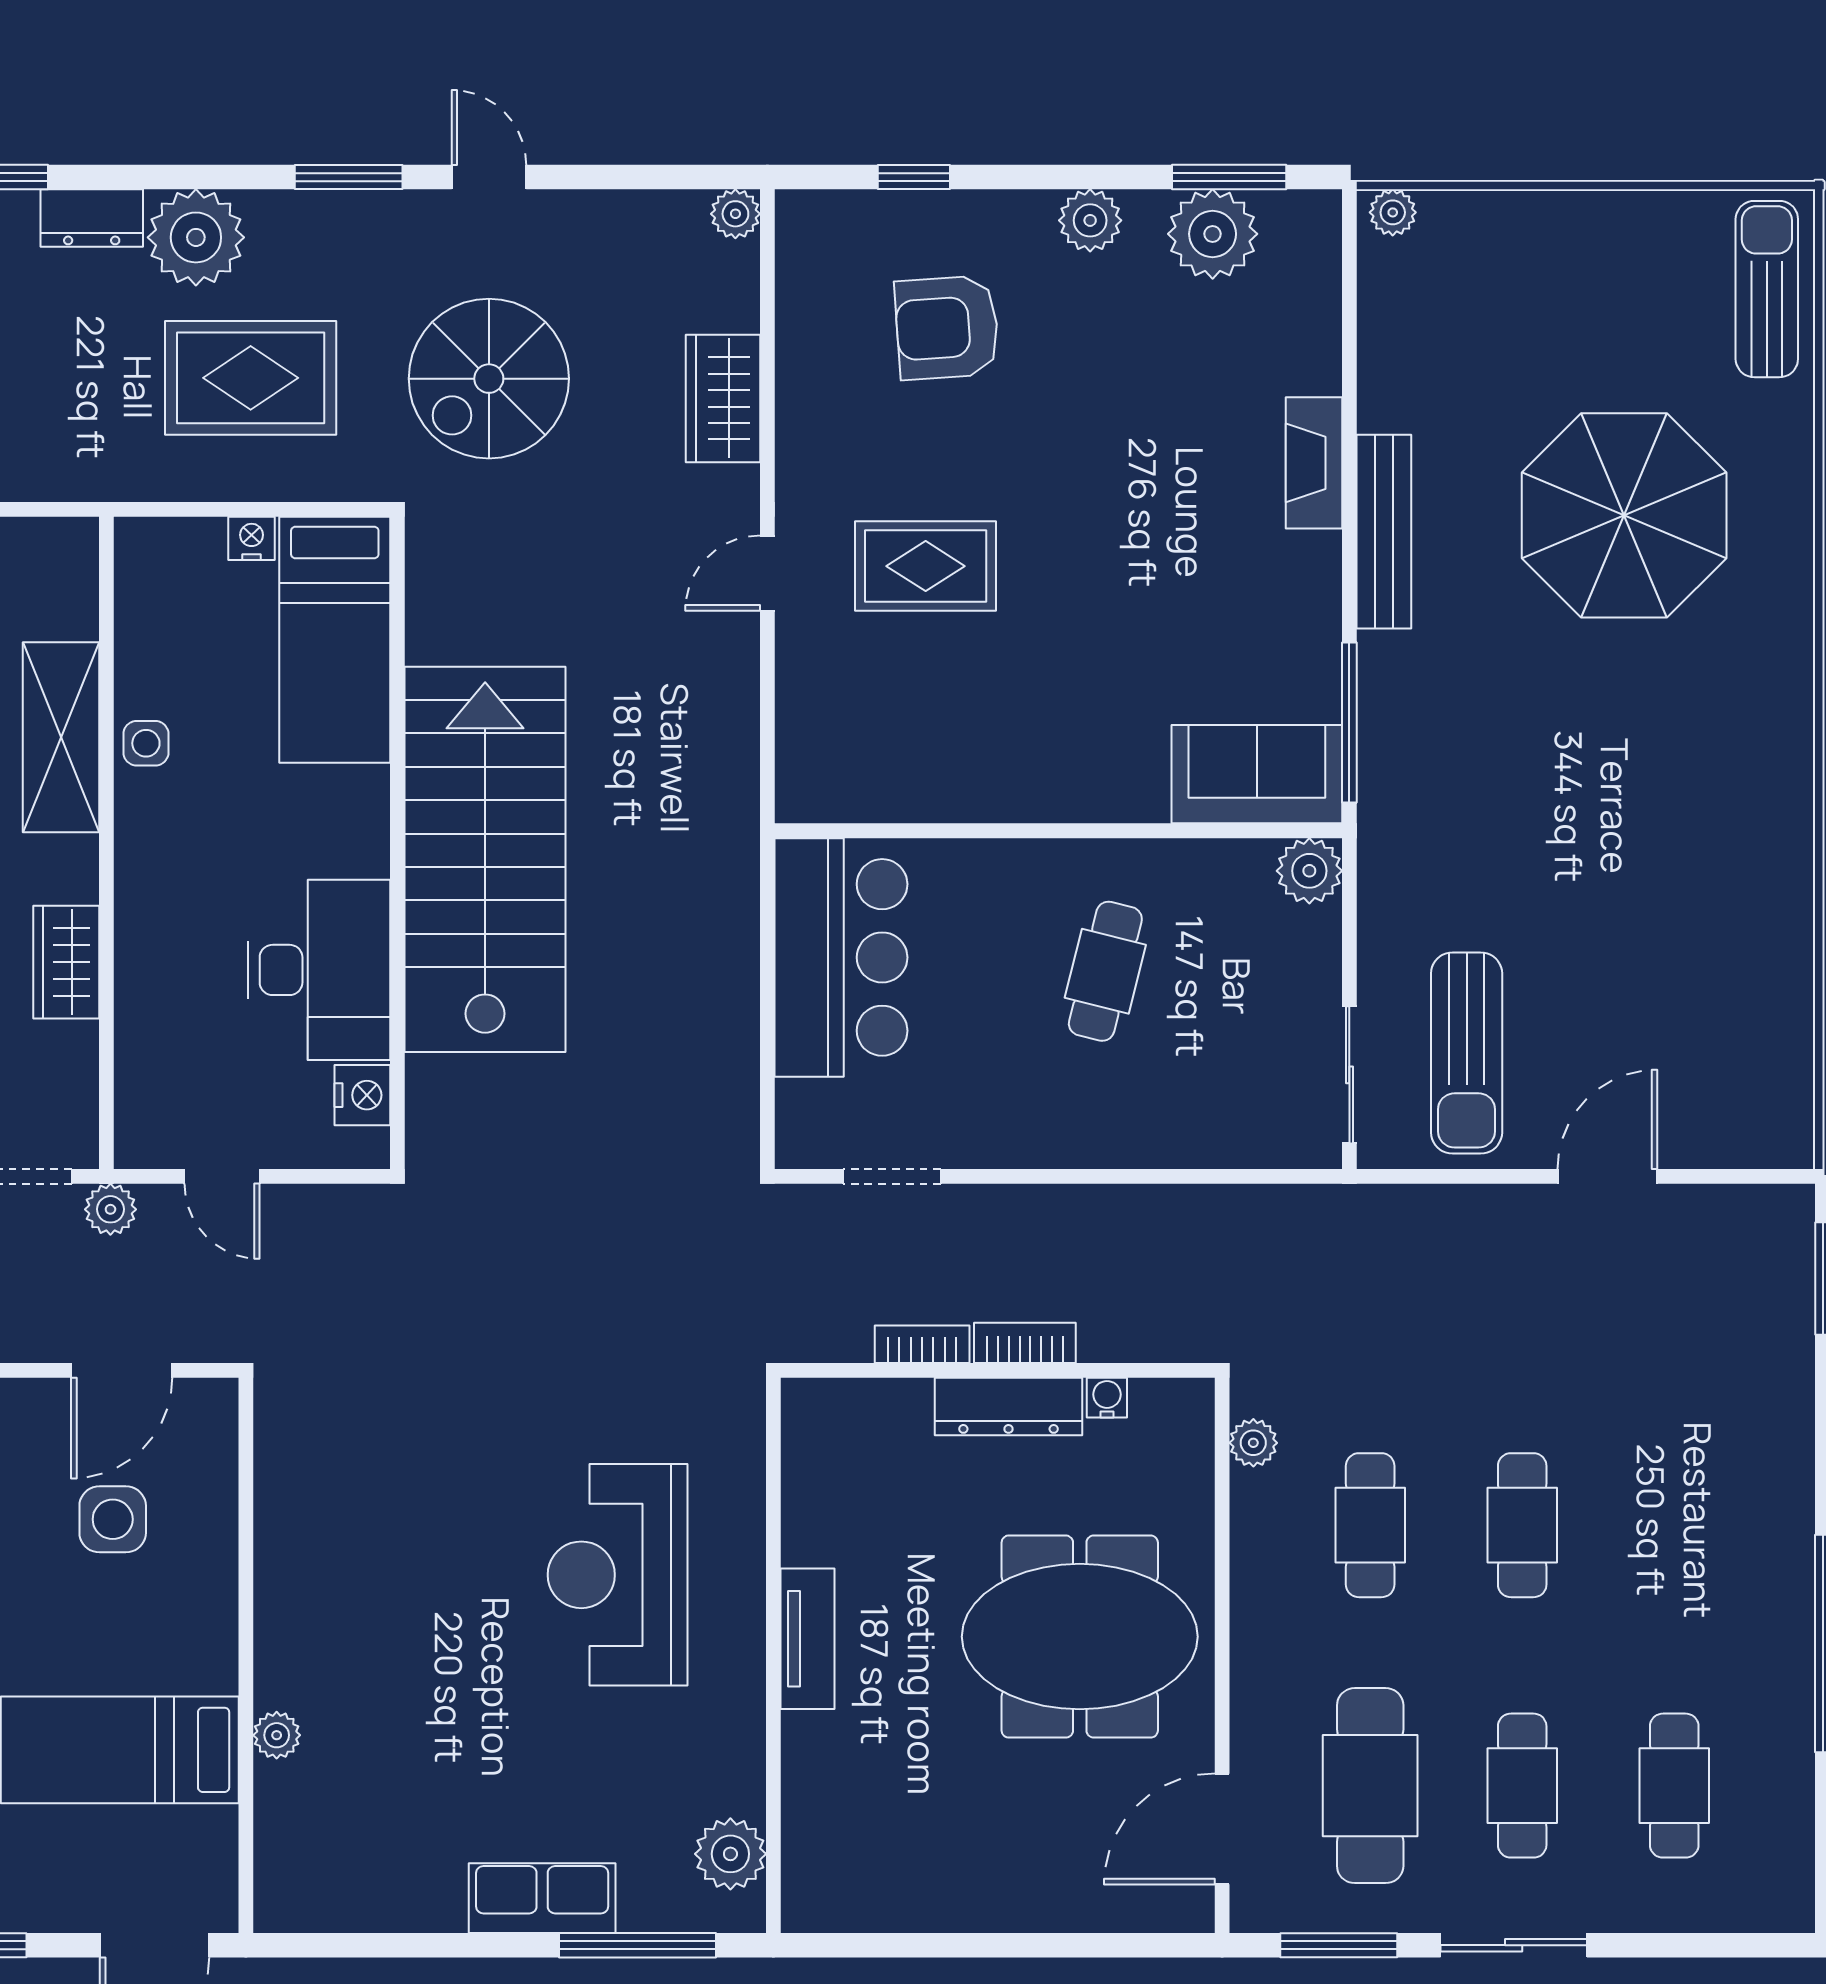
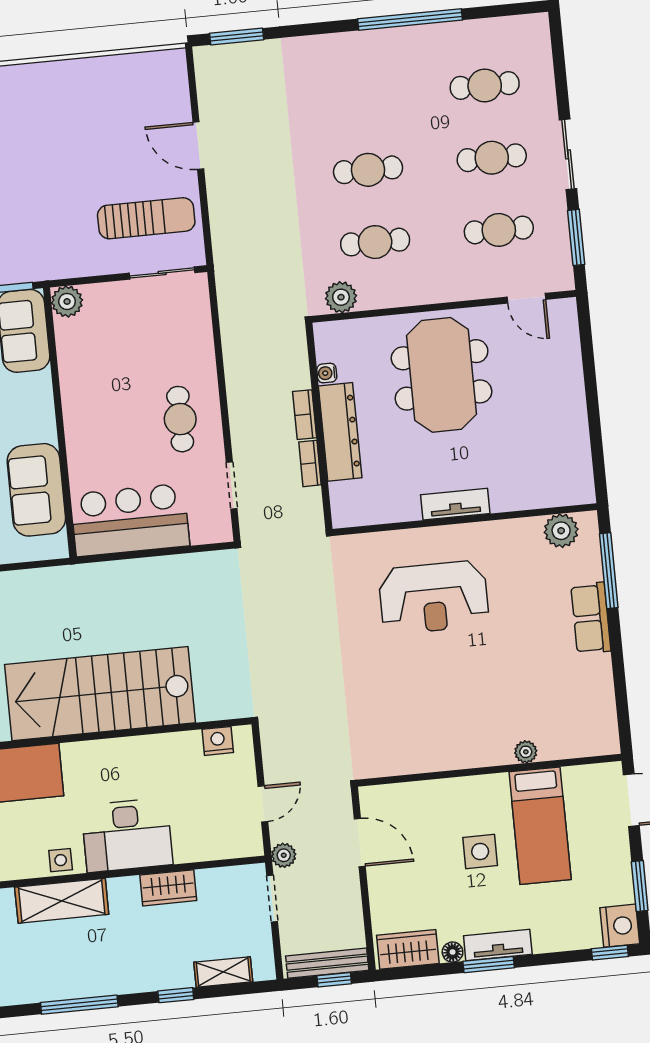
sofa: (923, 768) -> (36, 490), added
desk: (319, 970) -> (127, 835), moved, turned 180
cafe table: (1105, 971) -> (180, 419), moved, turned 76
dresser: (1008, 1406) -> (340, 432), width x1.37, depth x1.24
plant: (1253, 1443) -> (341, 297), width x1.38, depth x1.38
side table: (113, 1519) -> (480, 852), moved
cafe table: (1370, 1786) -> (499, 230), width x0.73, depth x0.74
door: (1222, 1829) -> (526, 298), width x0.73

